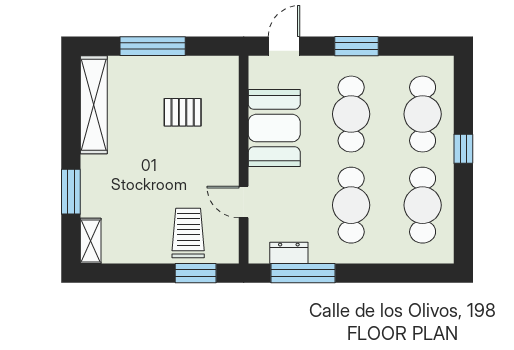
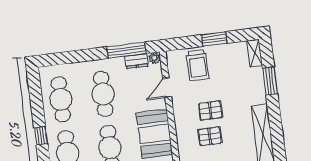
pallet: (176, 155) -> (210, 111), added
door: (244, 202) -> (167, 88), swing flipped
plant: (258, 254) -> (154, 58), added
window: (196, 273) -> (214, 39), moved

